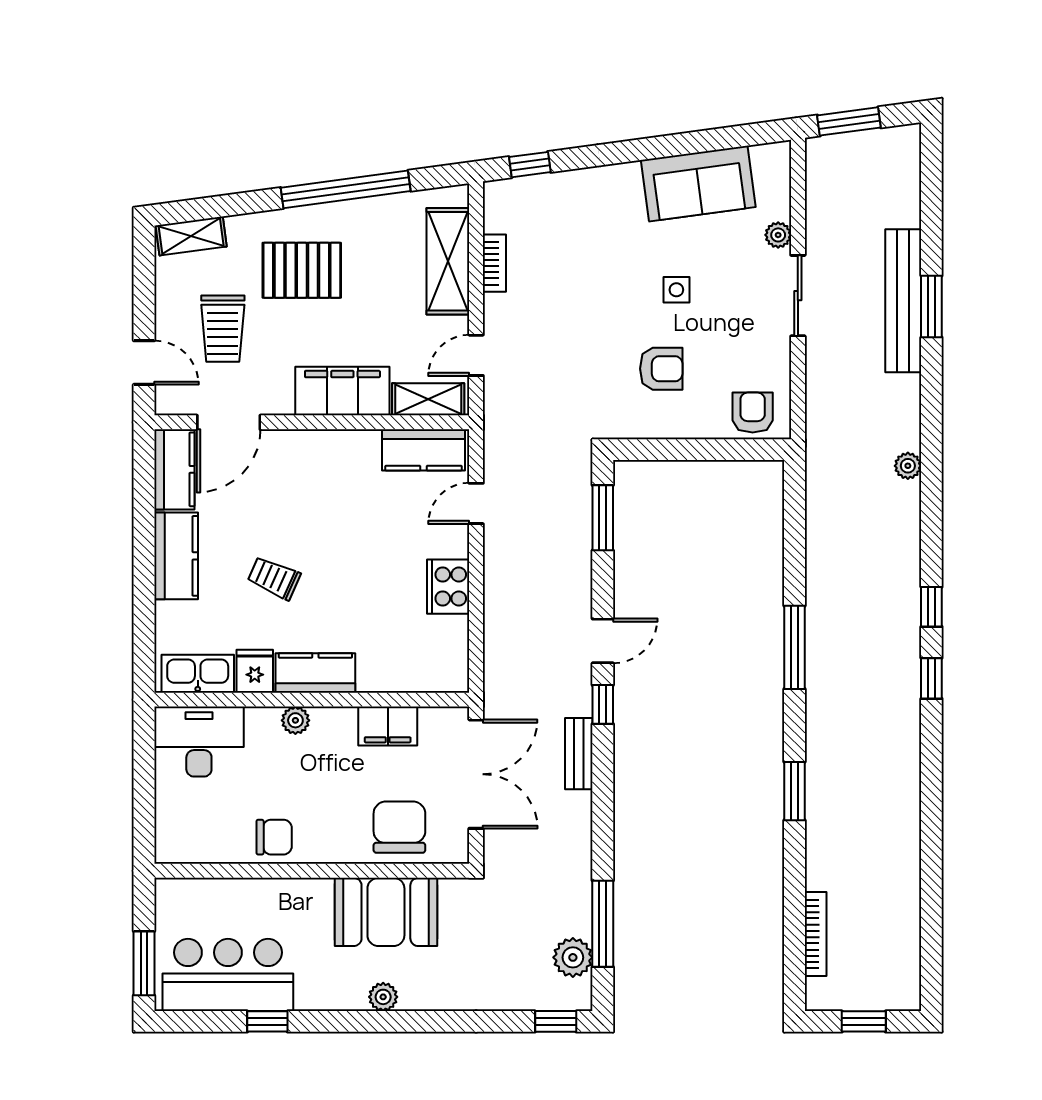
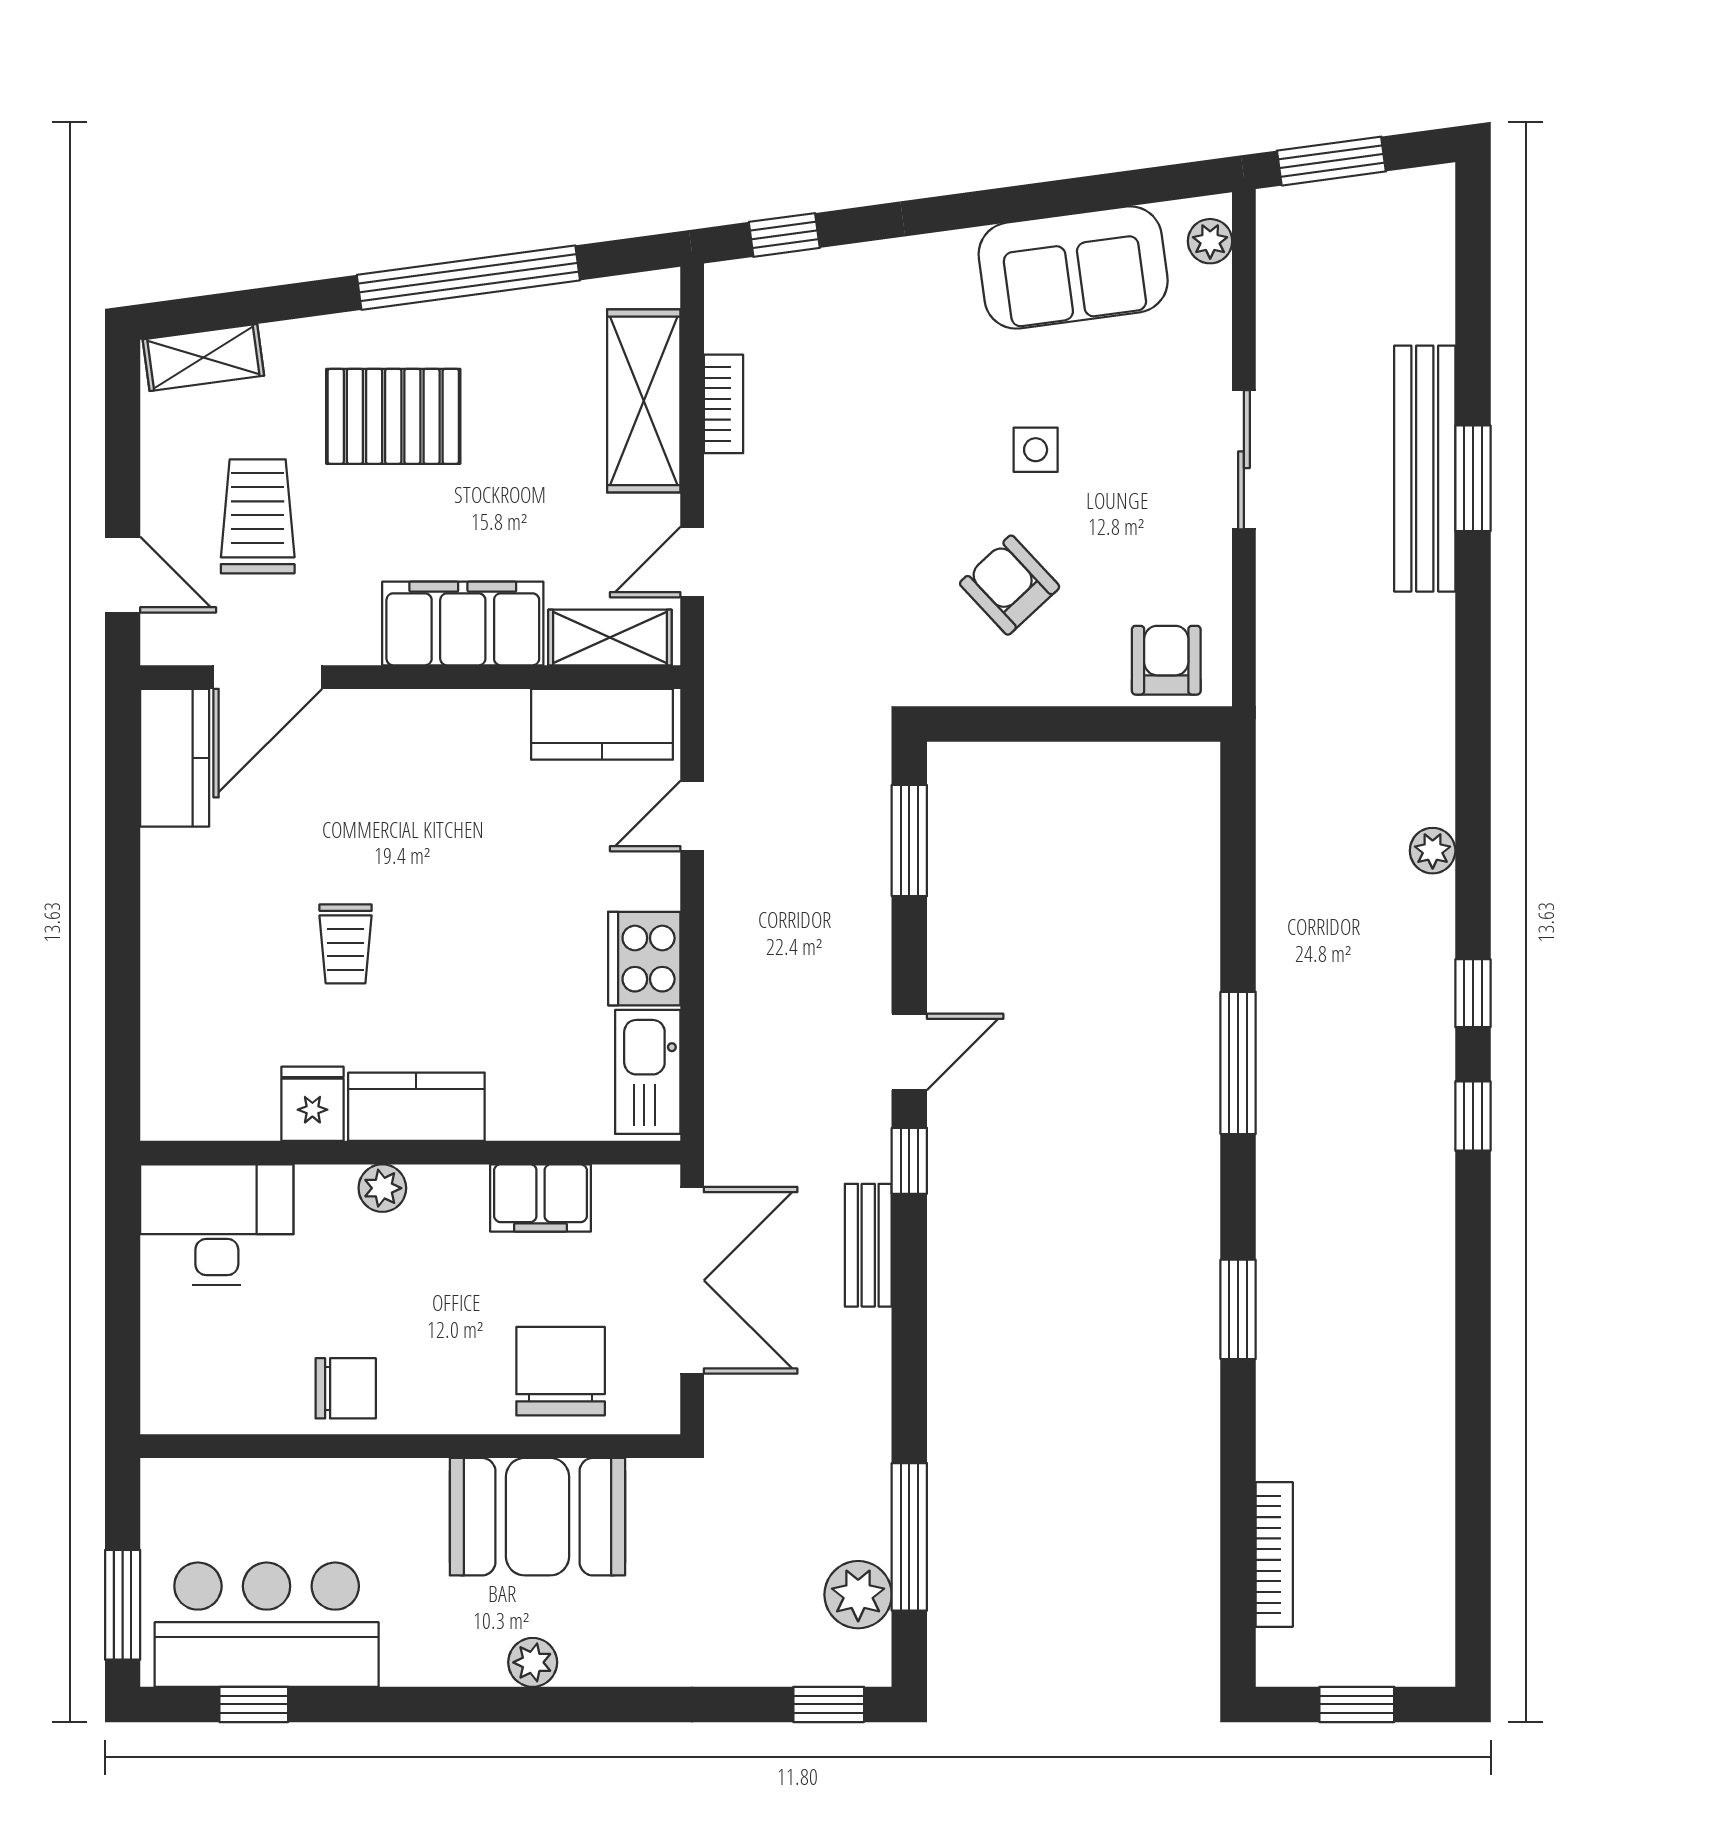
plant: (778, 235) -> (1210, 241), moved
trolley: (223, 329) -> (258, 516), turned 180
armchair: (661, 369) -> (1010, 585), turned -133
plant: (908, 466) -> (1433, 851), moved
kitchen counter: (176, 556) -> (178, 906), removed
trolley: (274, 578) -> (346, 944), turned -114
kitchen sink: (198, 674) -> (648, 1072), moved, turned -90
window: (267, 1021) -> (254, 1704), moved

